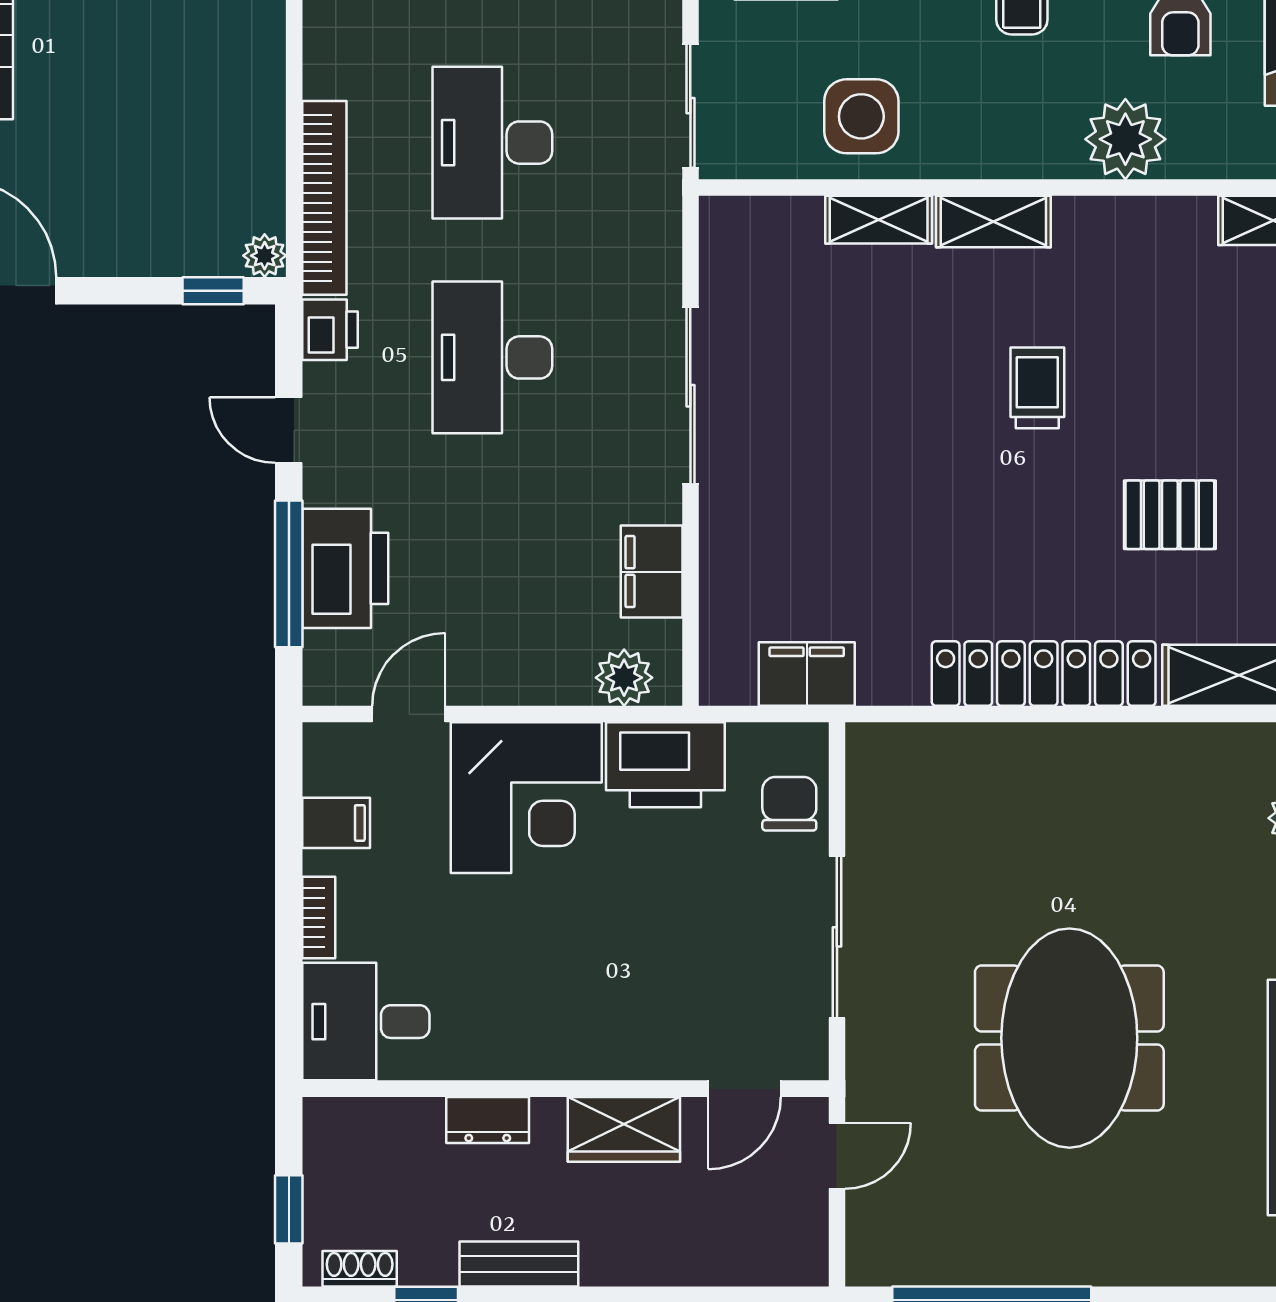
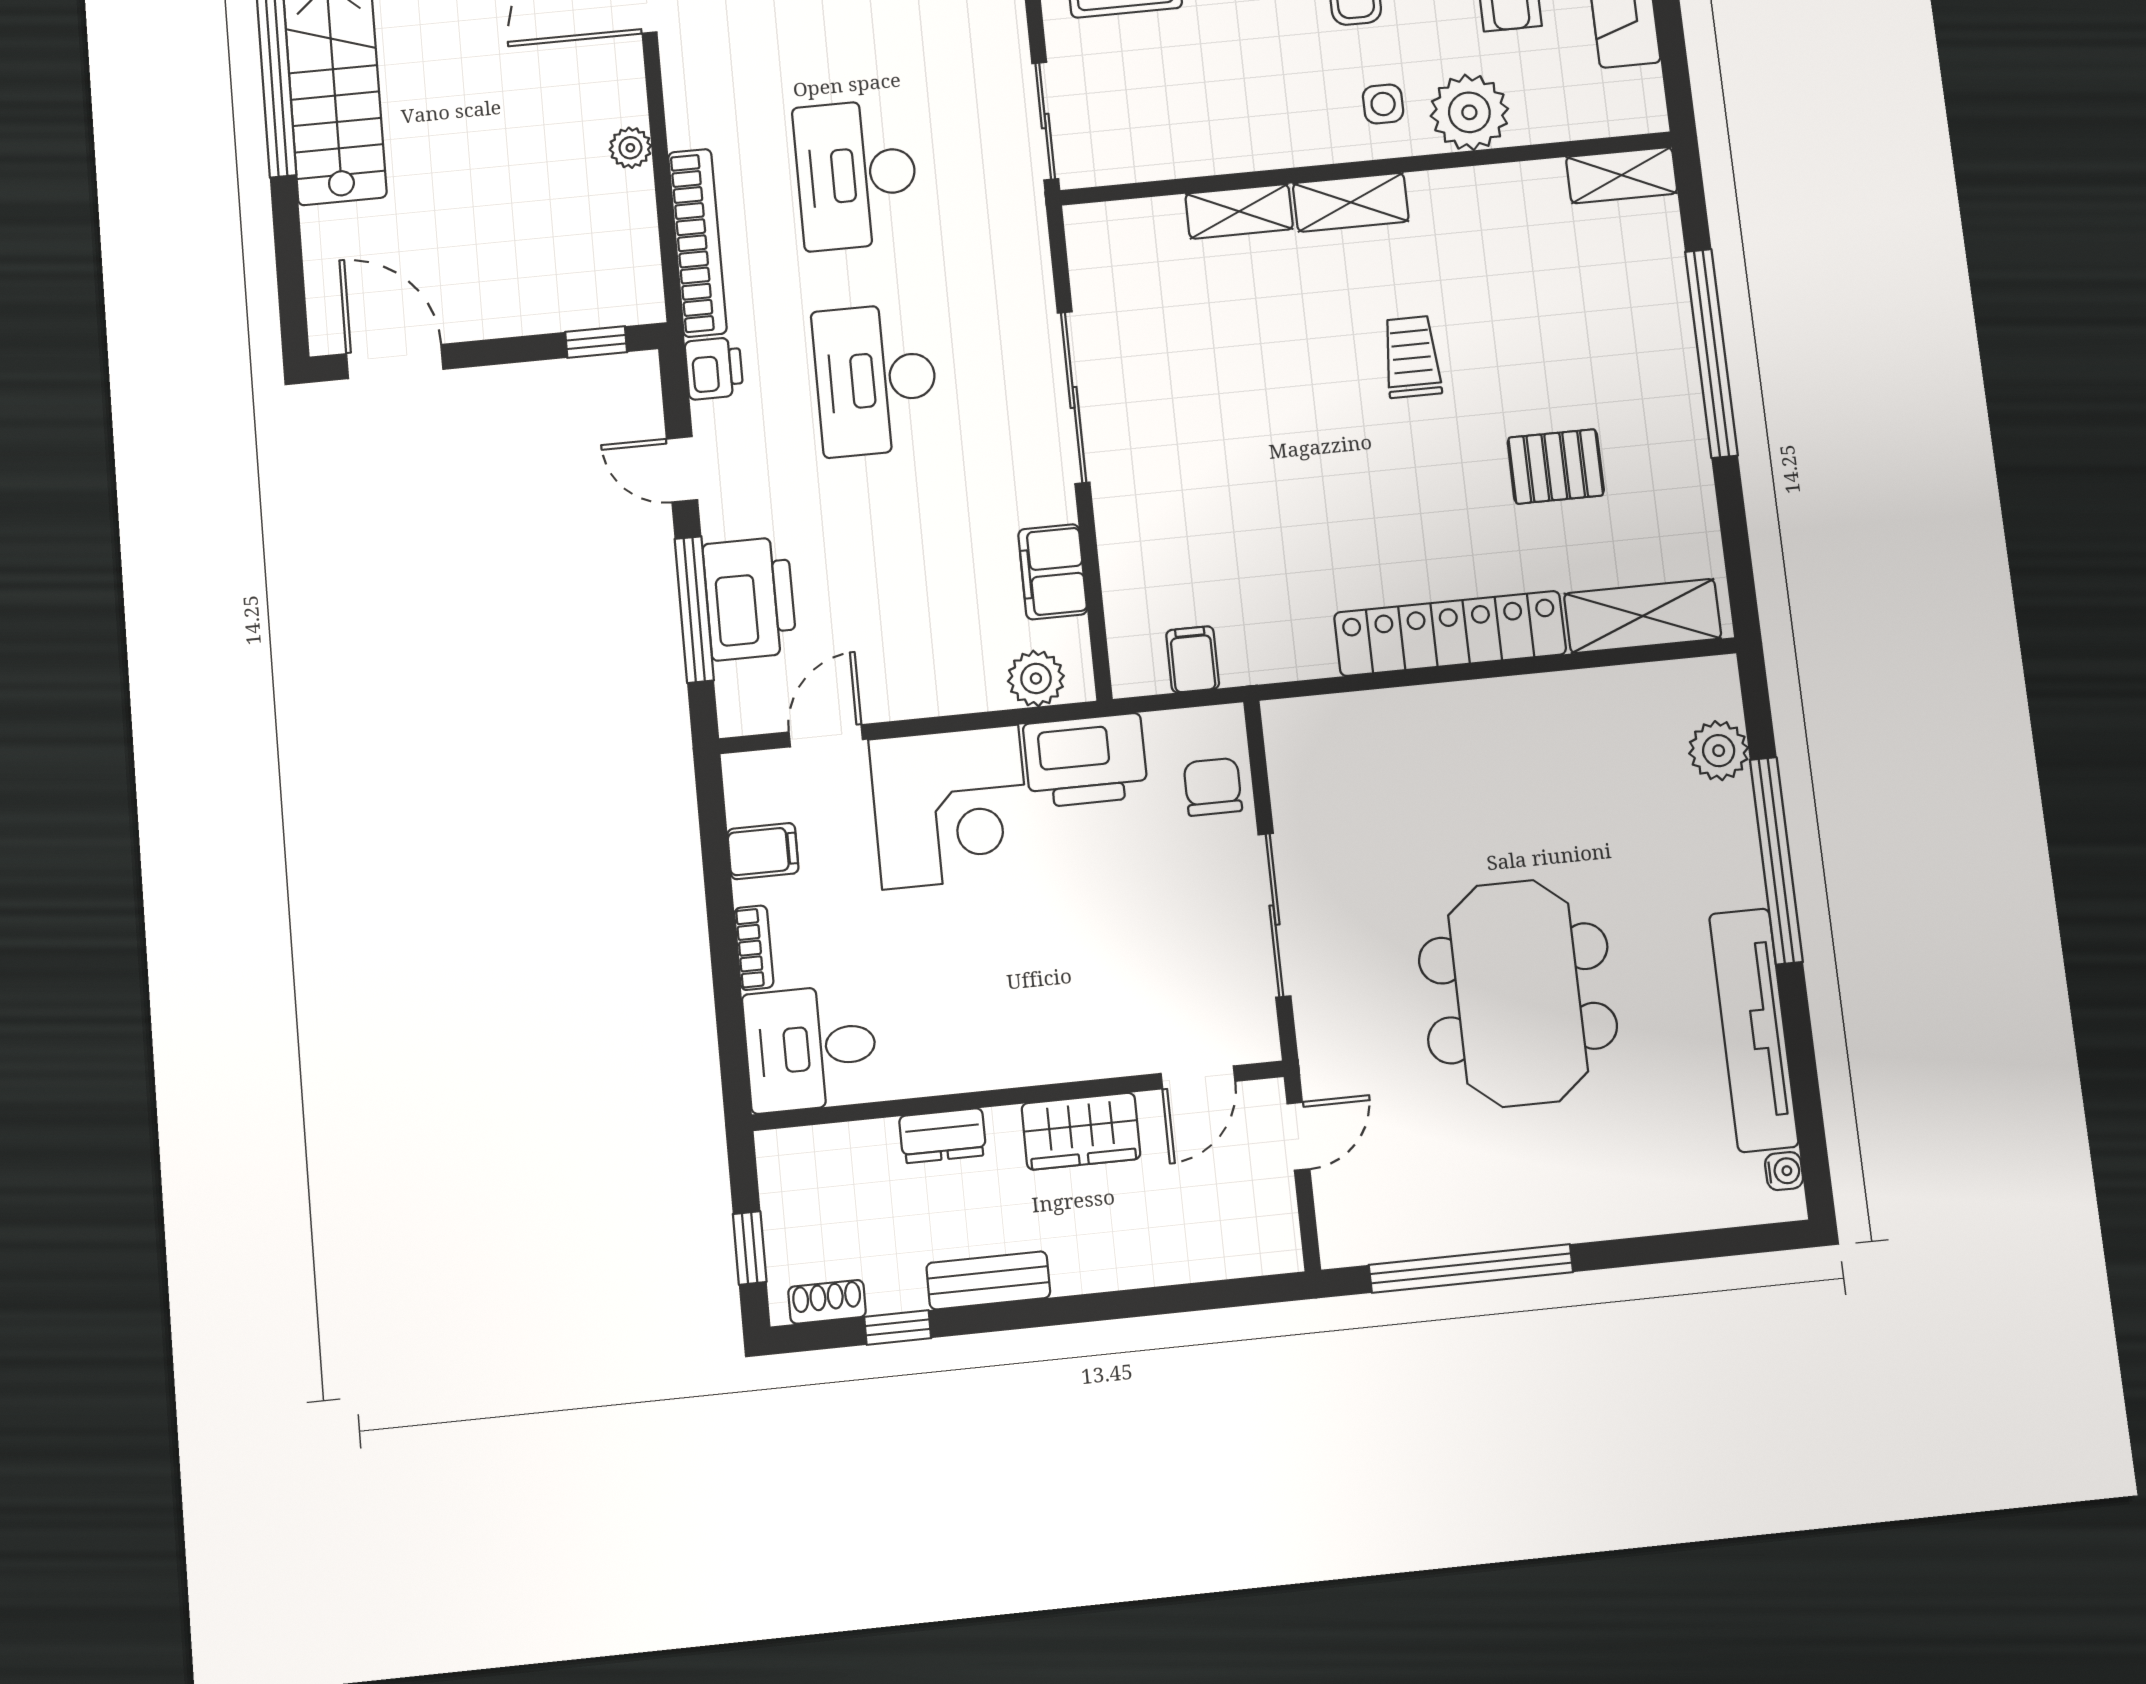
side table: (861, 116) -> (1383, 104), moved, width x0.54, depth x0.54
plant: (265, 256) -> (630, 148), moved
filing cabinet: (807, 674) -> (1193, 659), width x0.50

